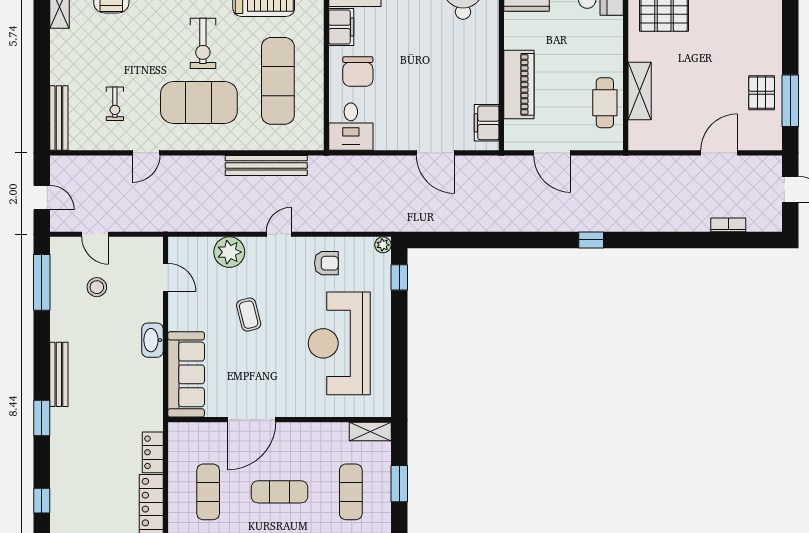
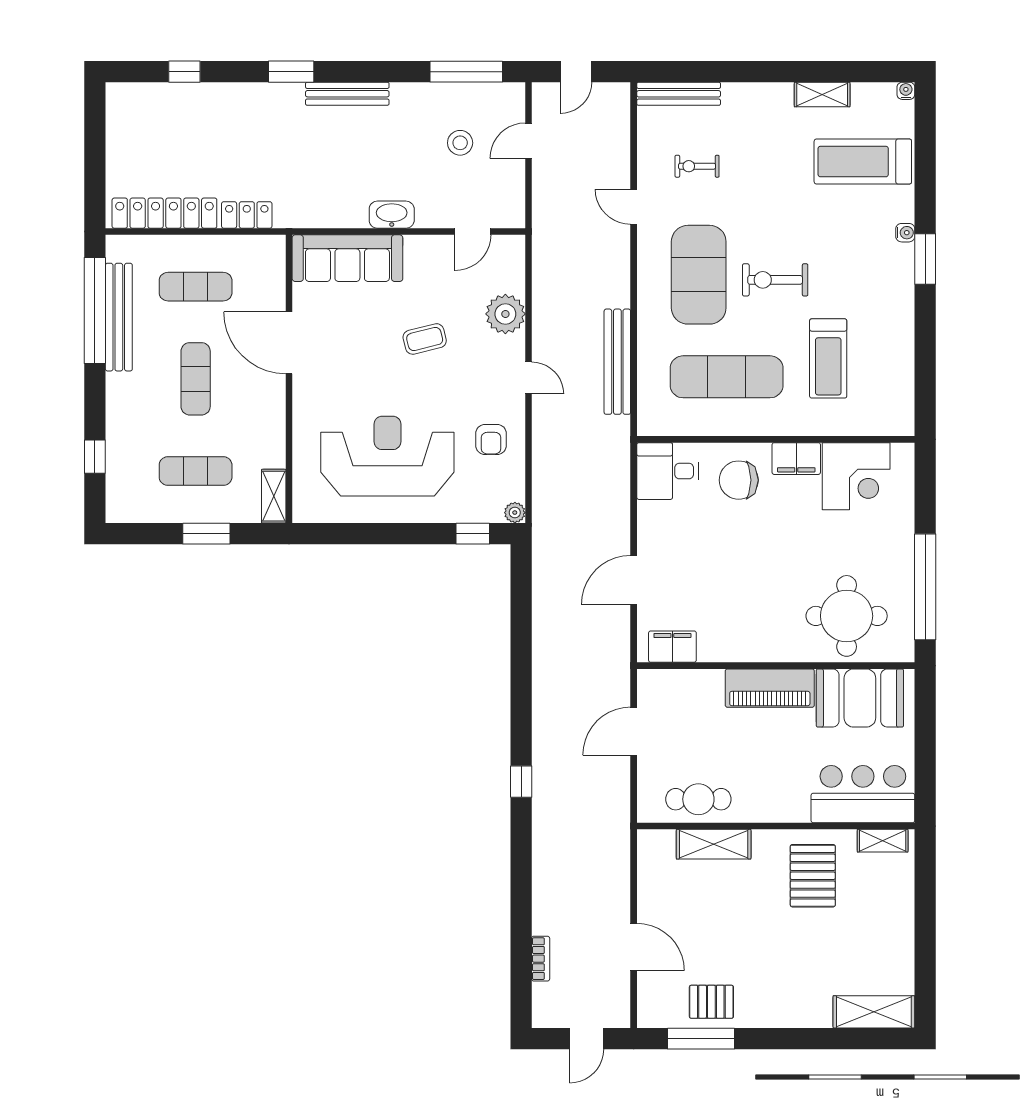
piano: (519, 84) -> (770, 688), moved

